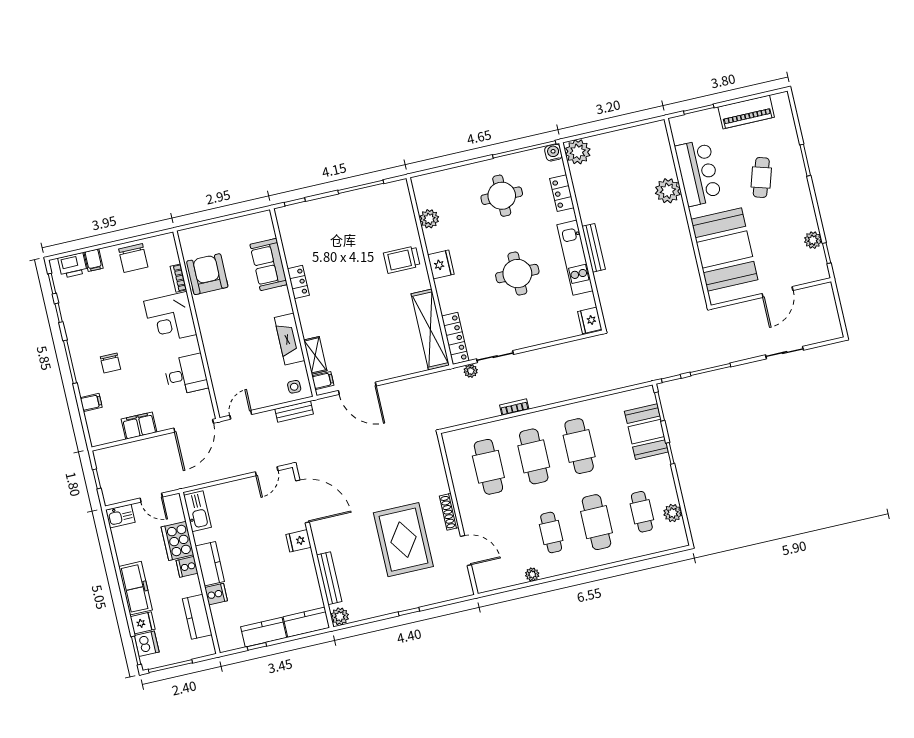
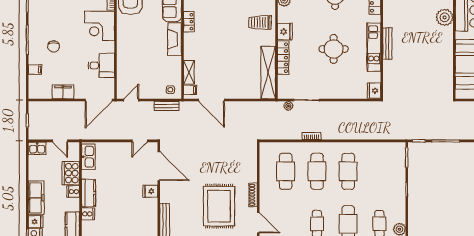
locker: (455, 338) -> (283, 58), moved
fireplace: (290, 339) -> (175, 39), moved
booth: (646, 432) -> (394, 172), removed

